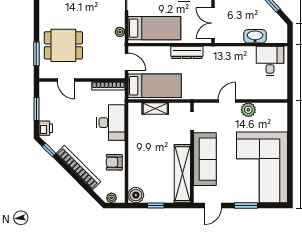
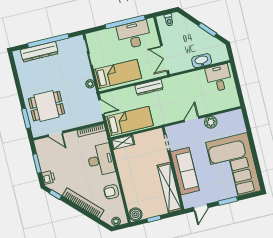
shelving: (155, 108) -> (123, 142), moved

